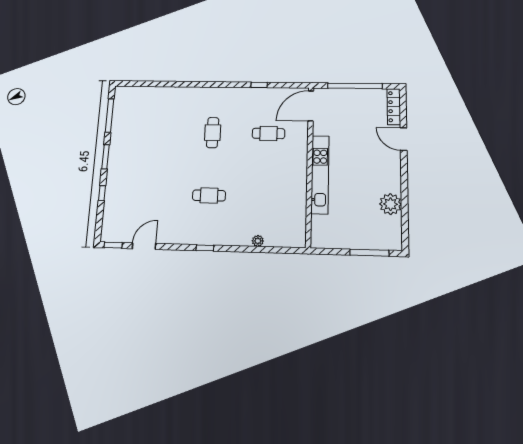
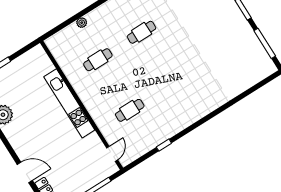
door: (311, 106) -> (112, 154), width x0.53
cafe table: (213, 133) -> (98, 60), moved, turned 90

